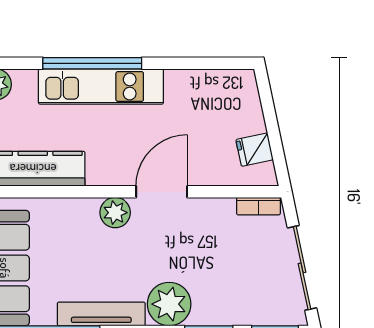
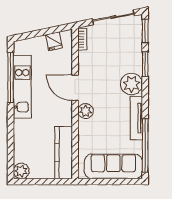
window: (92, 63) -> (11, 77), moved
kitchen unit: (101, 87) -> (22, 87), moved

